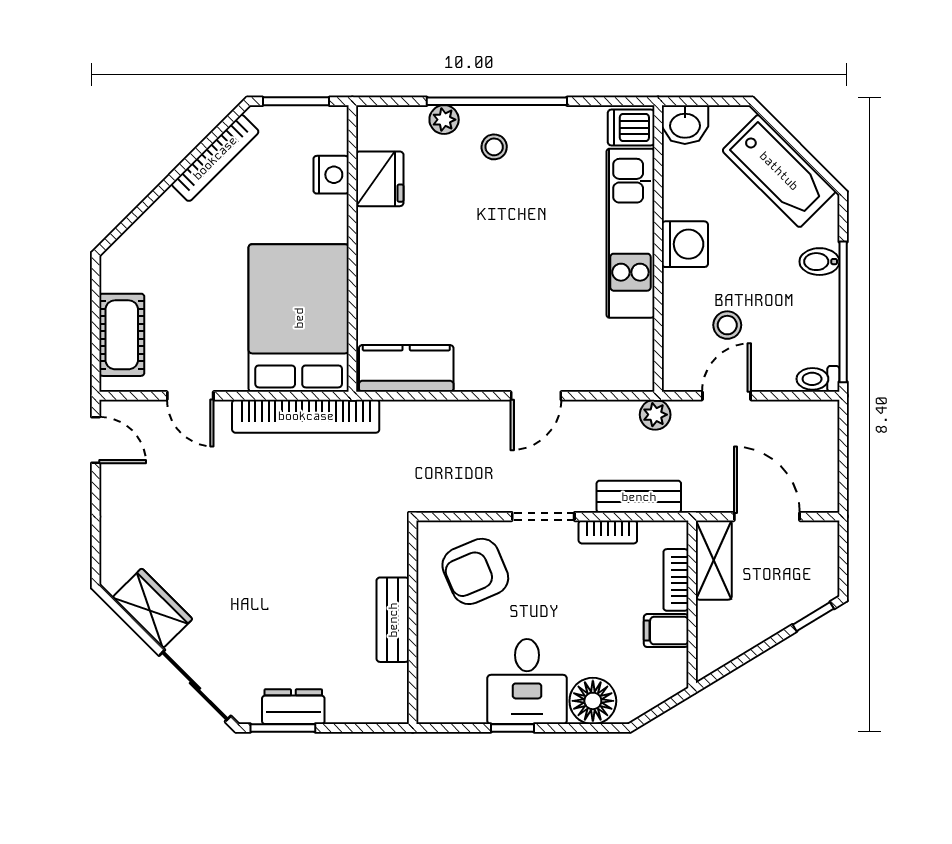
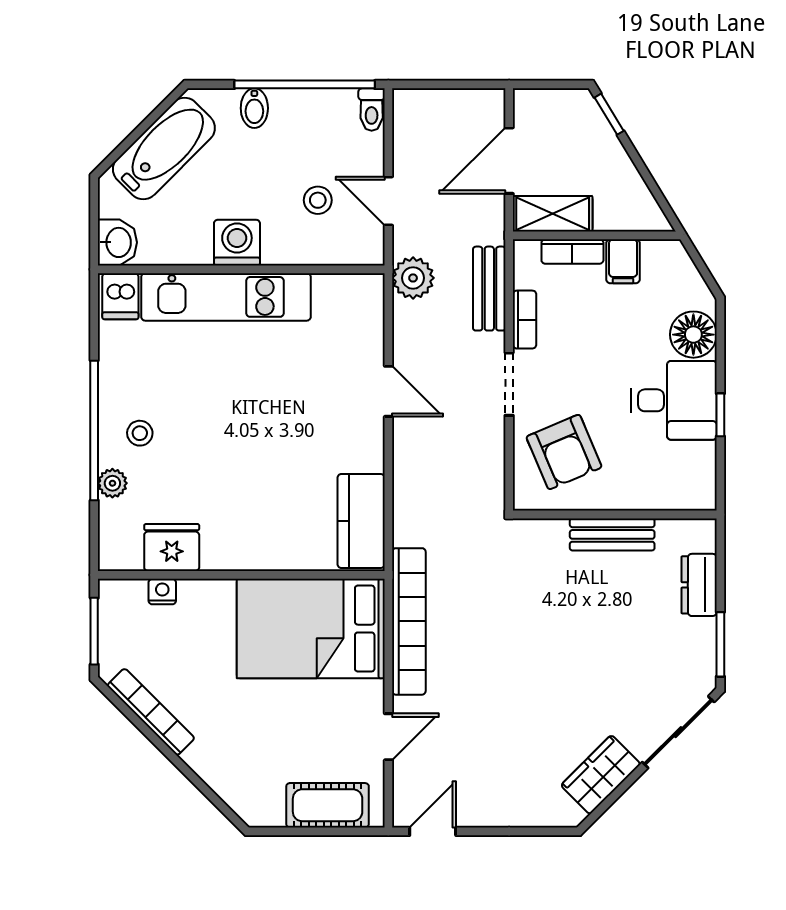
nightstand: (331, 175) -> (162, 592), width x0.72, depth x0.74
plant: (655, 415) -> (413, 278), width x1.38, depth x1.38
dresser: (293, 707) -> (699, 585), moved

